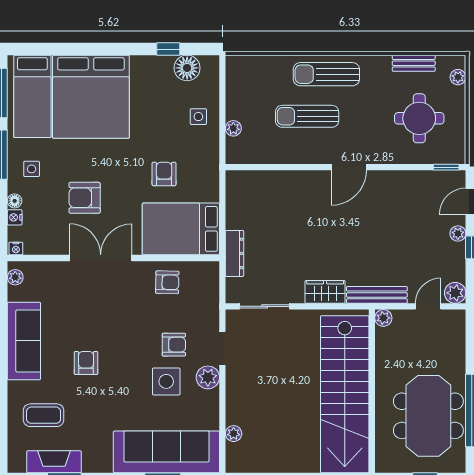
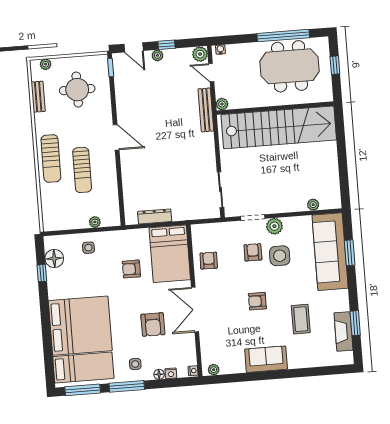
dresser: (234, 253) -> (155, 216), moved
wardrobe: (325, 292) -> (207, 147), removed
water cooler: (459, 322) -> (220, 49), added
sofa: (24, 341) -> (266, 359), width x0.73
armchair: (86, 363) -> (257, 301), moved
coffee table: (44, 415) -> (301, 319), moved

